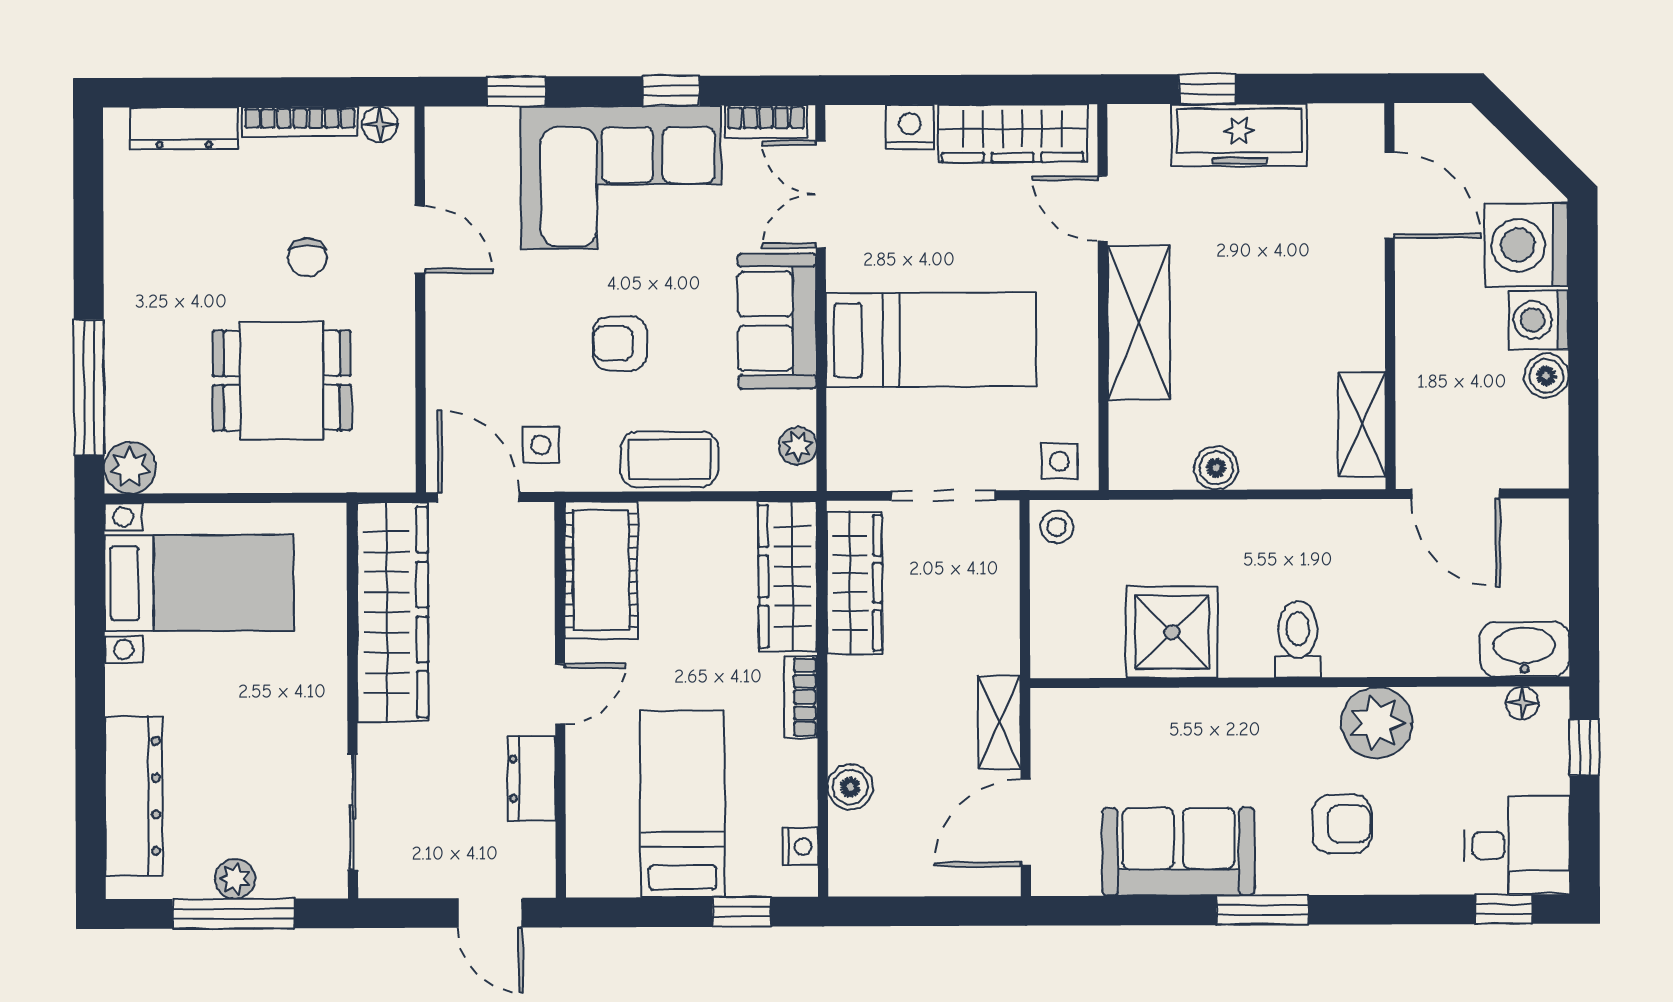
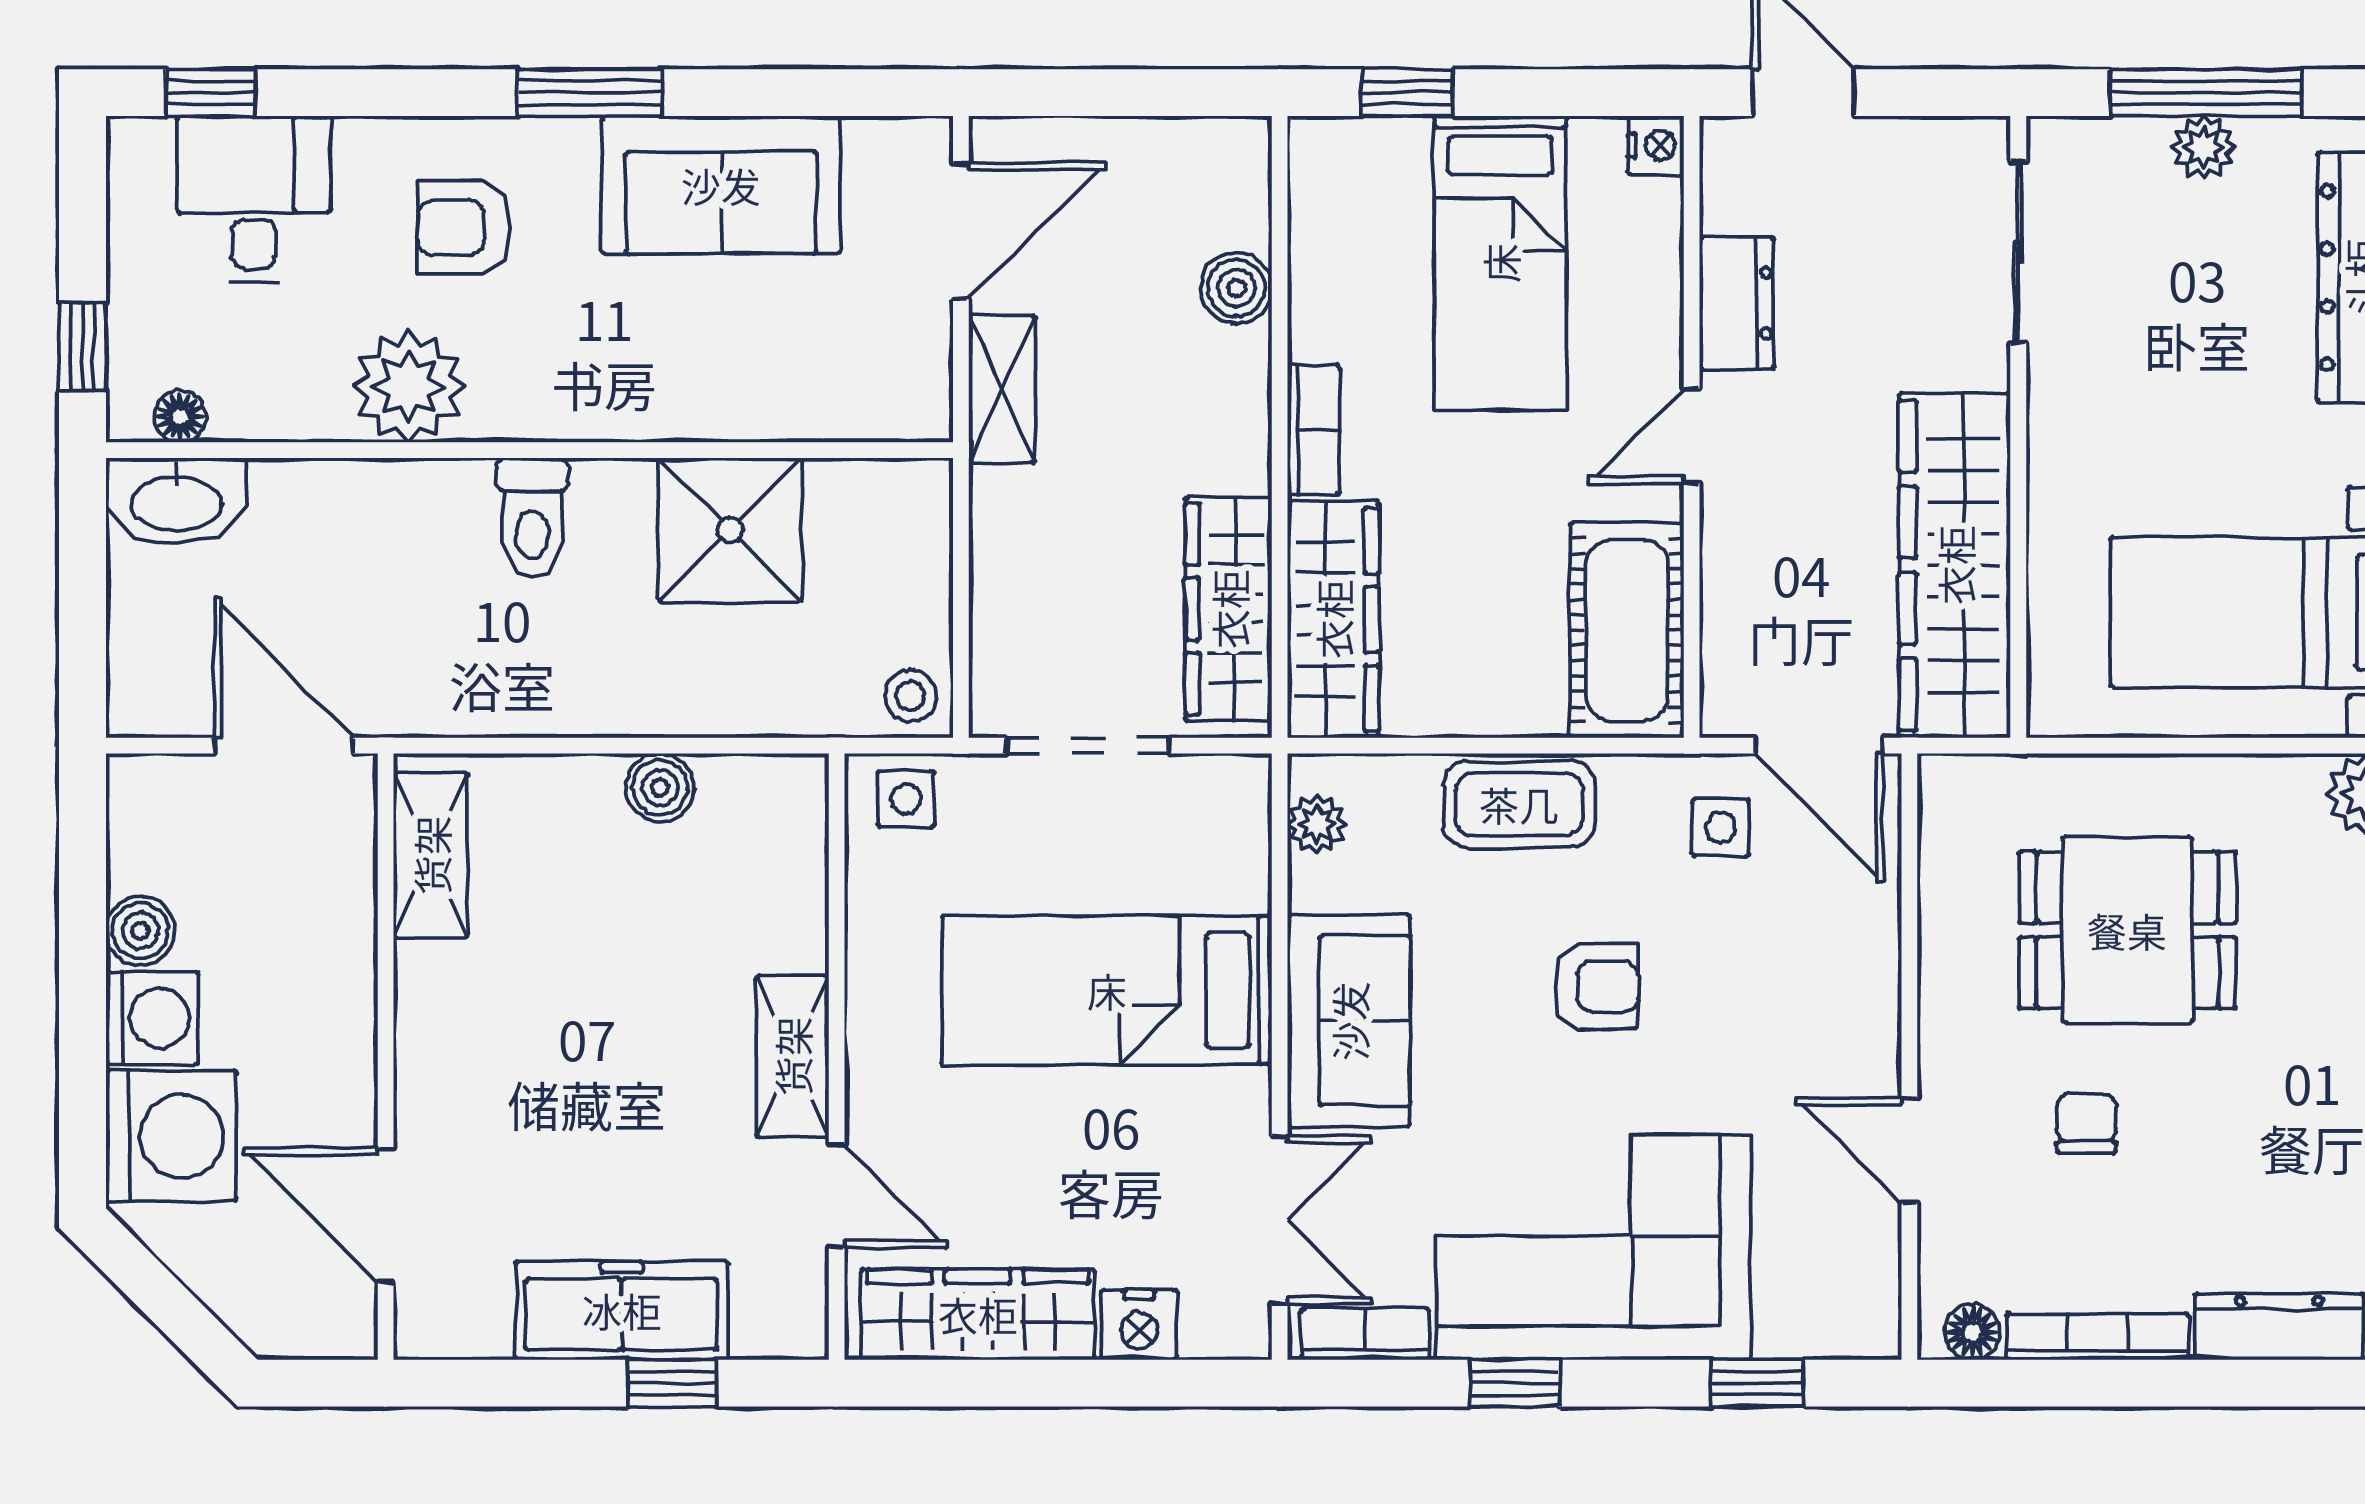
shelving: (1139, 323) -> (792, 1056), width x0.67, depth x0.75
desk: (1517, 845) -> (254, 199), moved, turned 90
nightstand: (800, 846) -> (1656, 145), moved, turned 180

